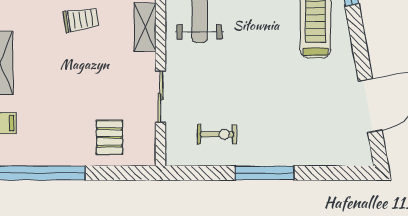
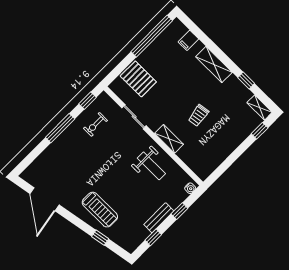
pallet: (109, 137) -> (138, 79), width x1.50, depth x1.42
window: (198, 173) -> (88, 101), added

